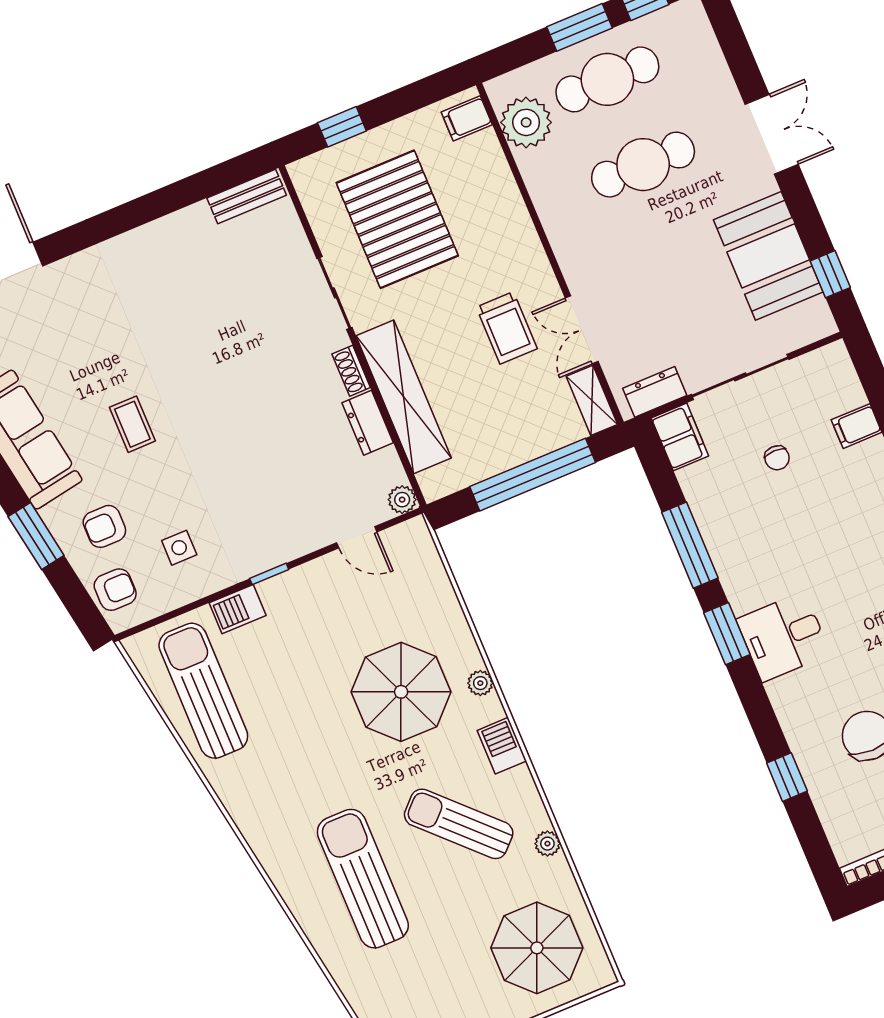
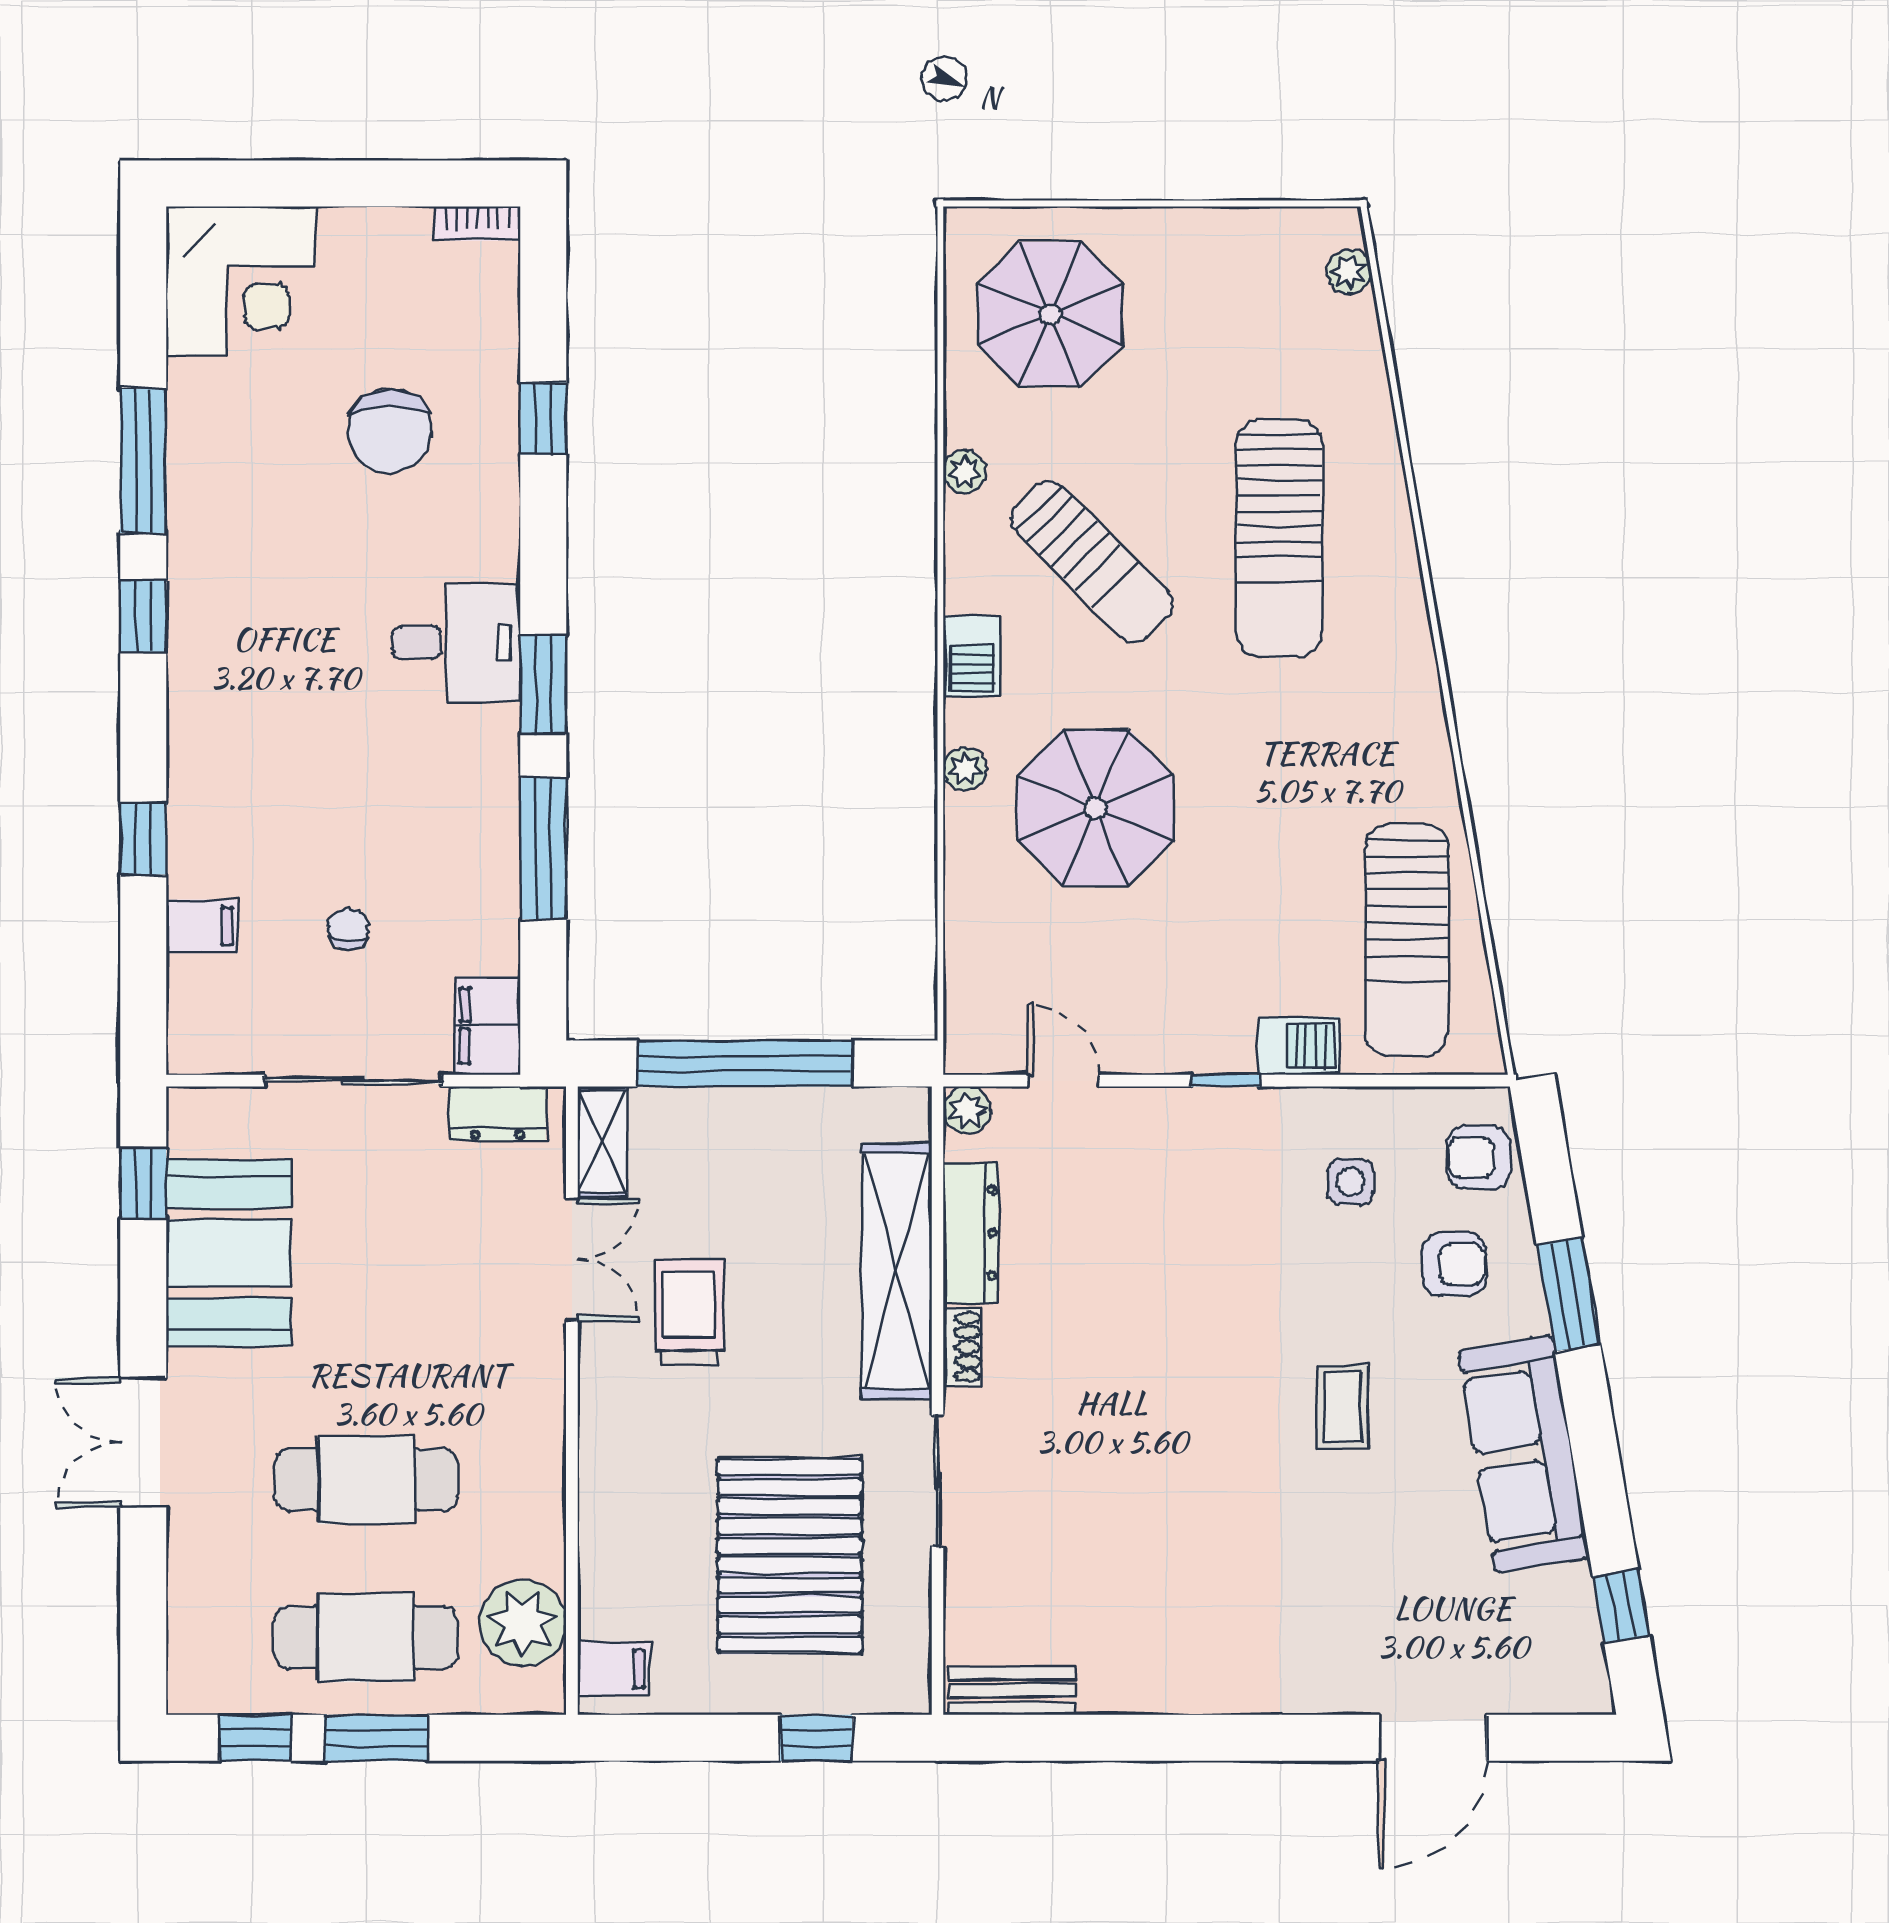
dresser: (368, 423) -> (971, 1233), width x1.44

